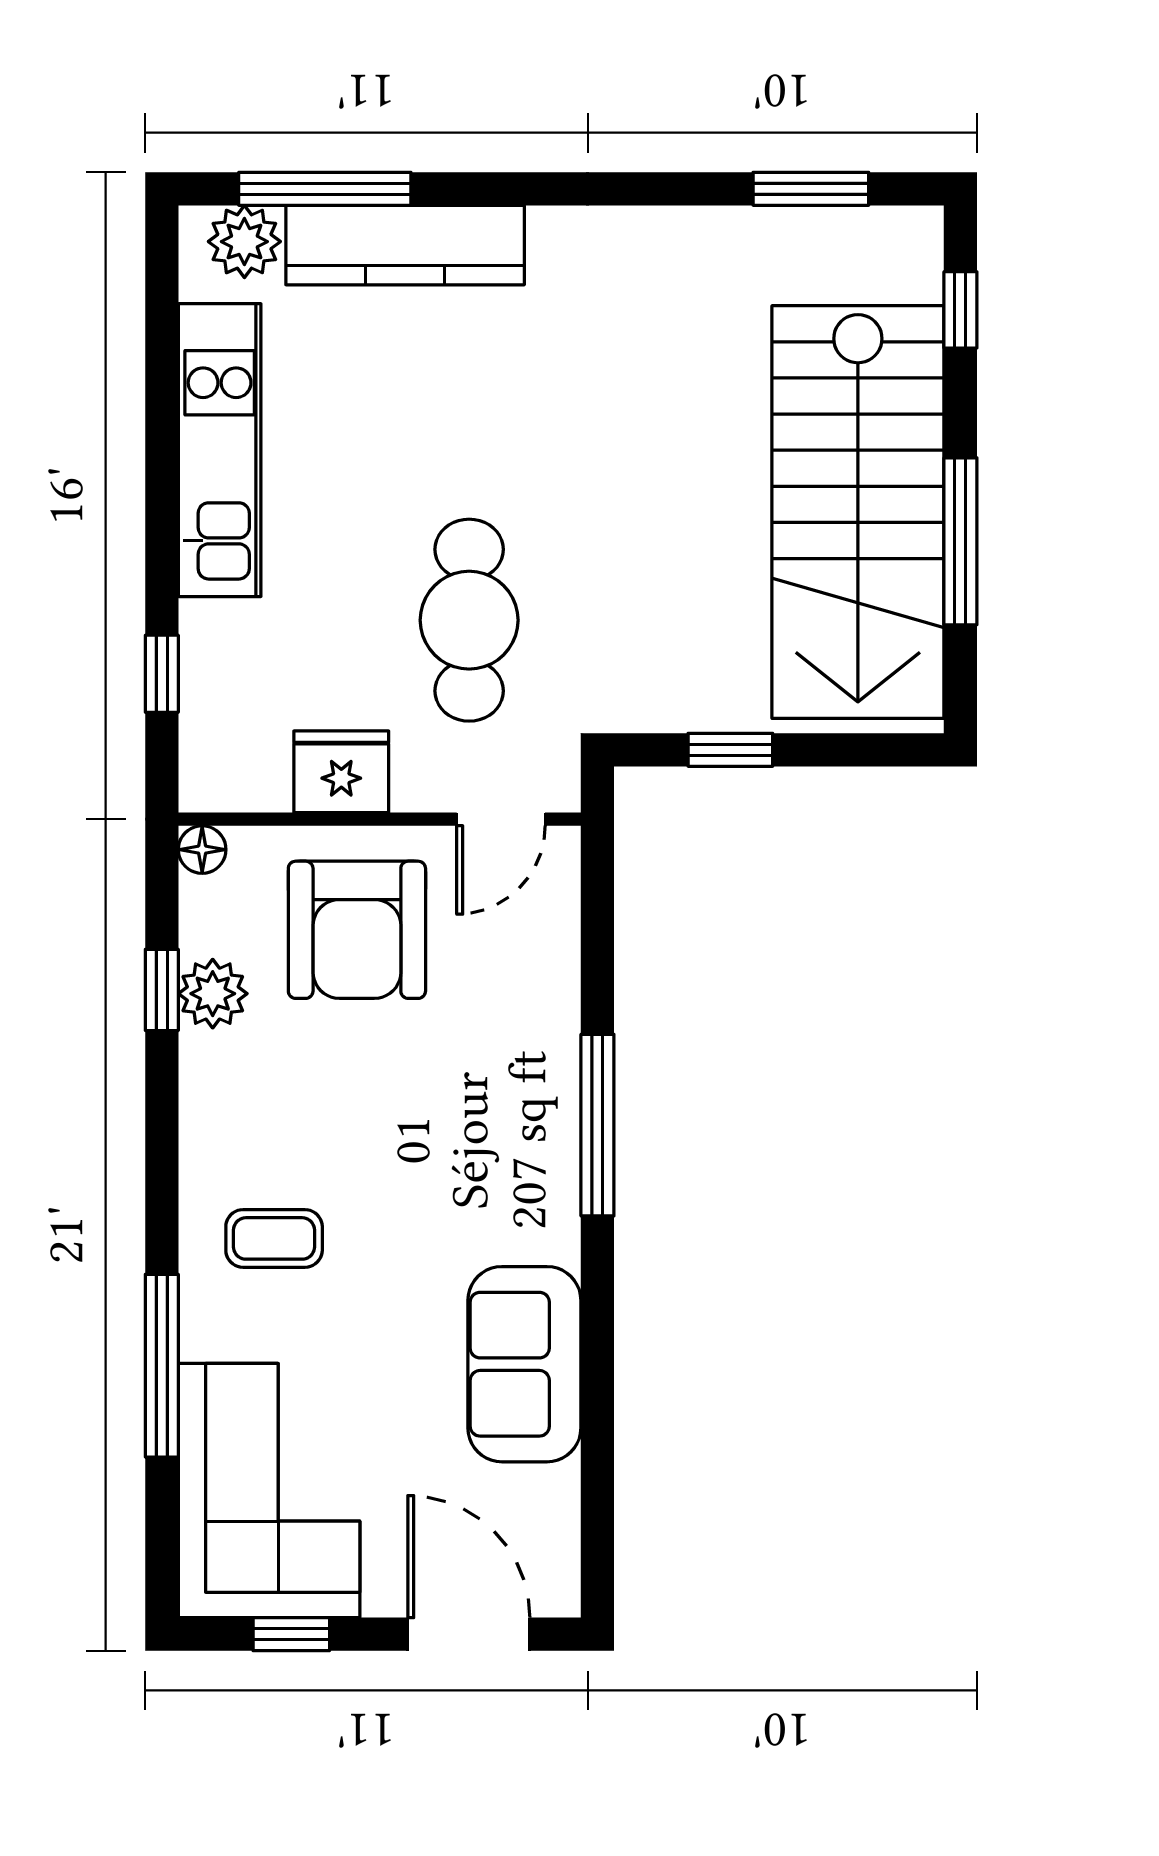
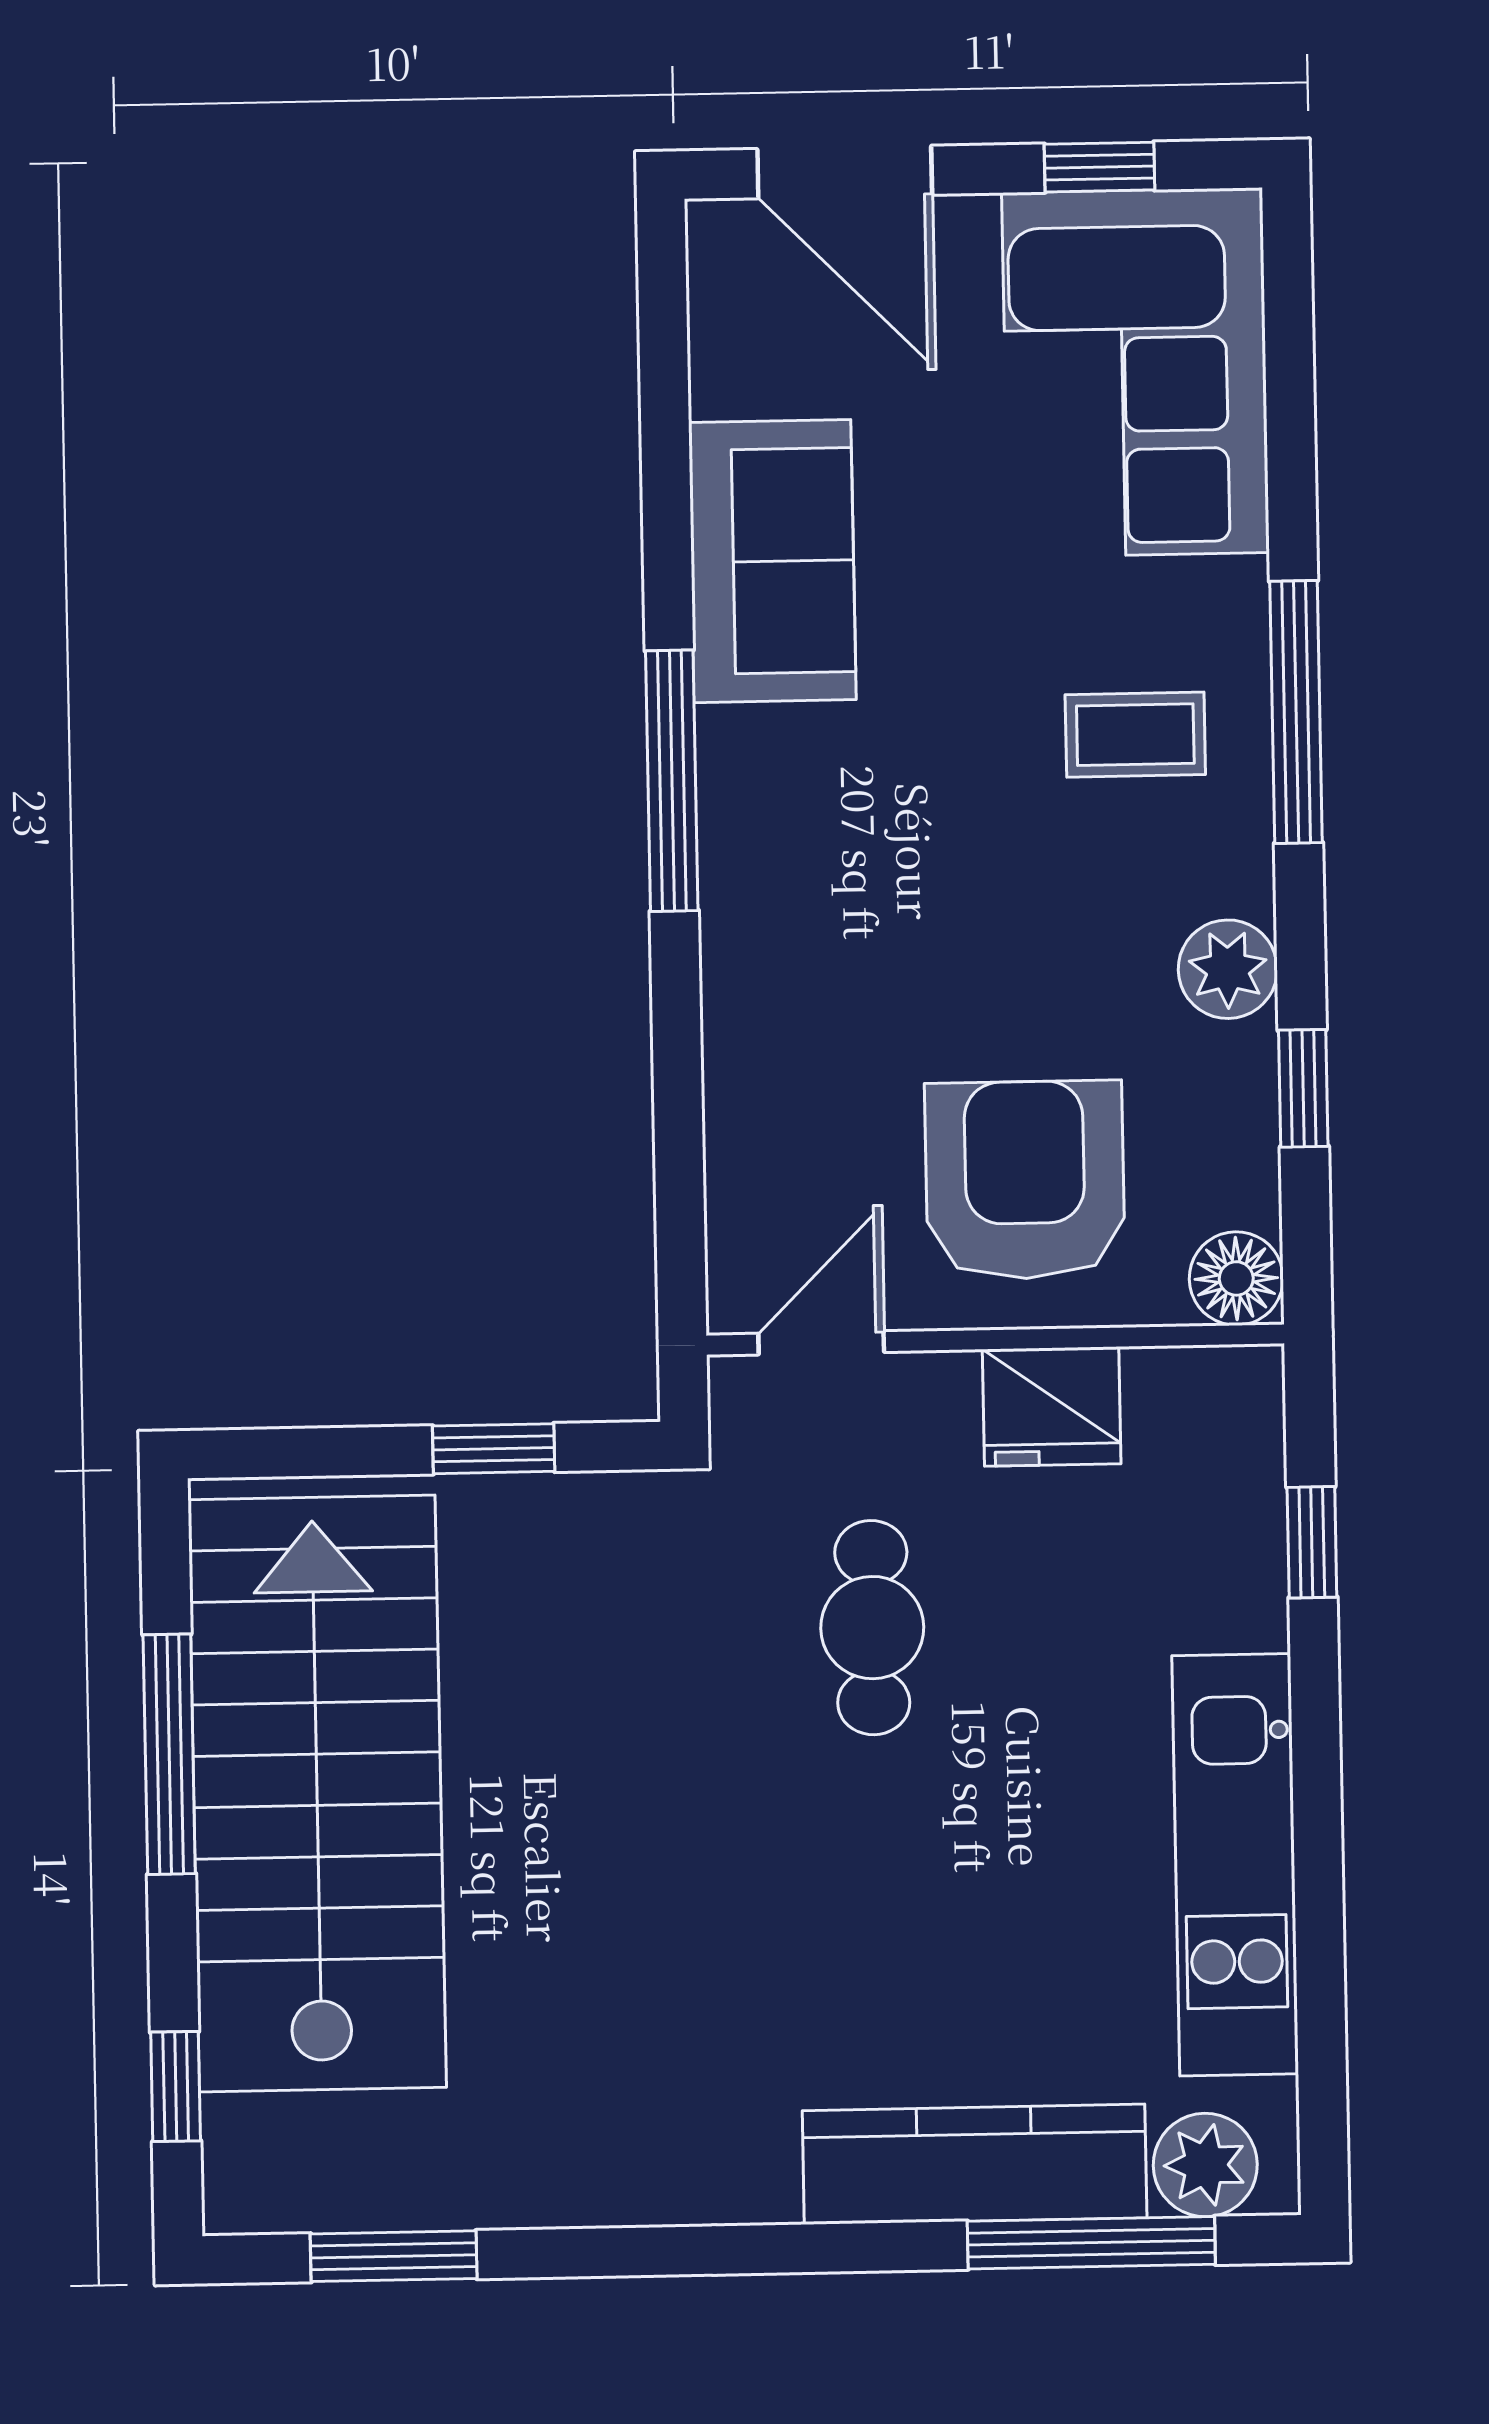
cafe table: (469, 620) -> (872, 1628), width x0.73, depth x0.74
floor lamp: (202, 850) -> (1236, 1278), width x1.37, depth x1.37
plant: (213, 994) -> (1228, 969), moved
window: (597, 1125) -> (672, 781), moved
window: (162, 1366) -> (1296, 712), moved

